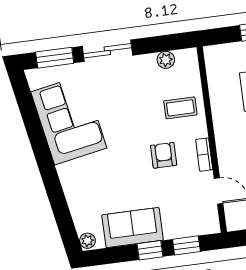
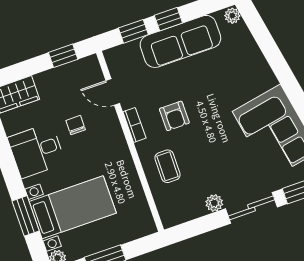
plant: (166, 60) -> (214, 203), moved
coffee table: (180, 108) -> (168, 166), turned 90
sofa: (133, 228) -> (180, 41), width x1.36

